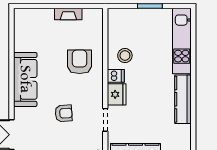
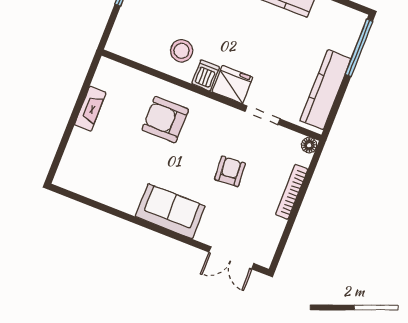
sofa: (25, 79) -> (170, 211), width x0.73

